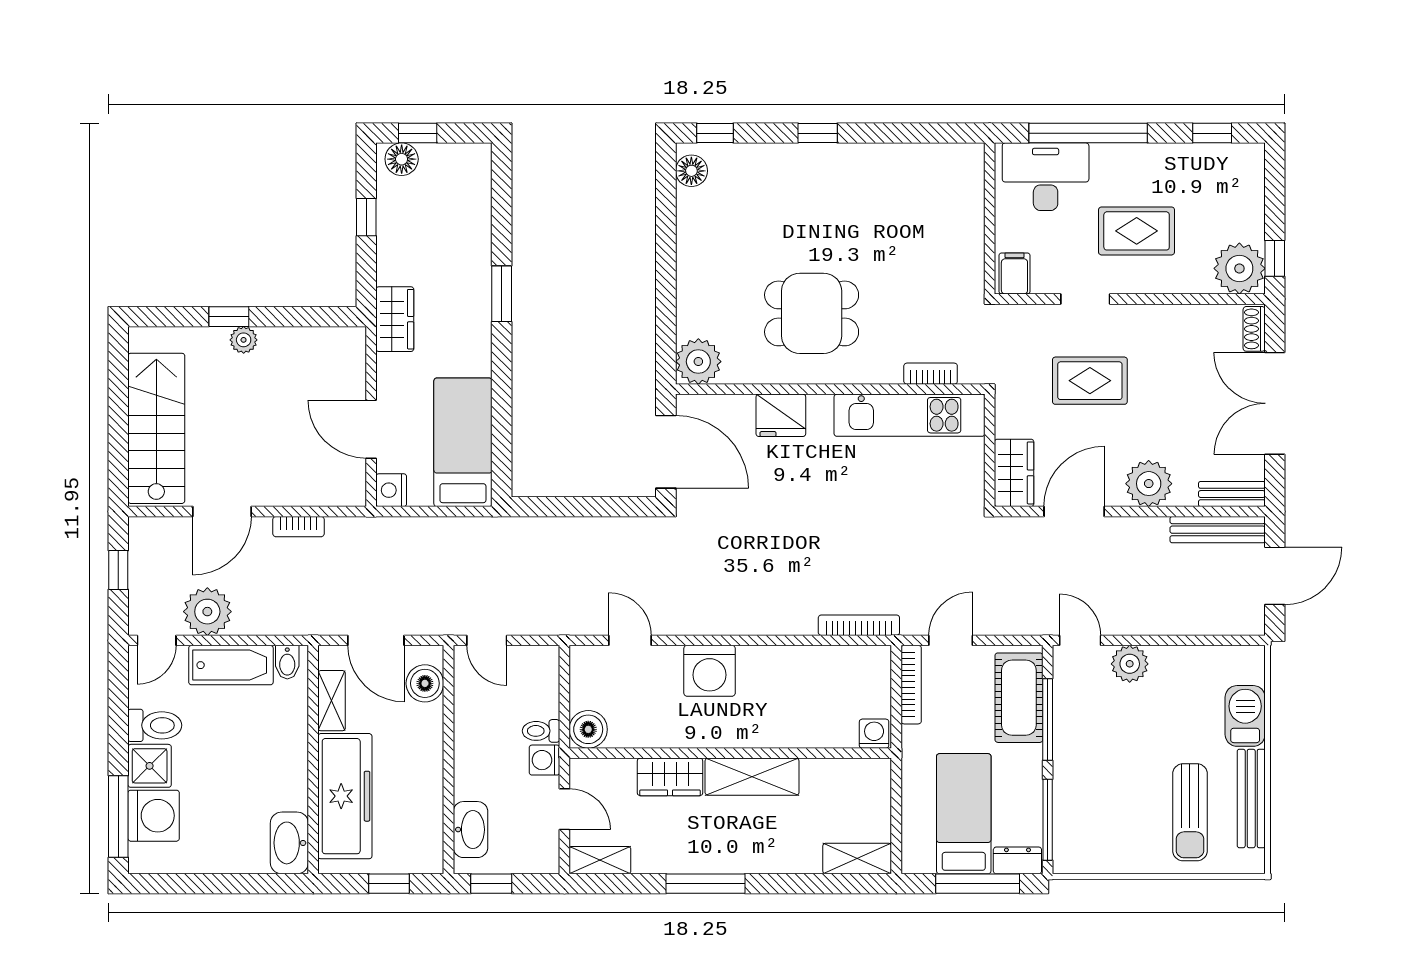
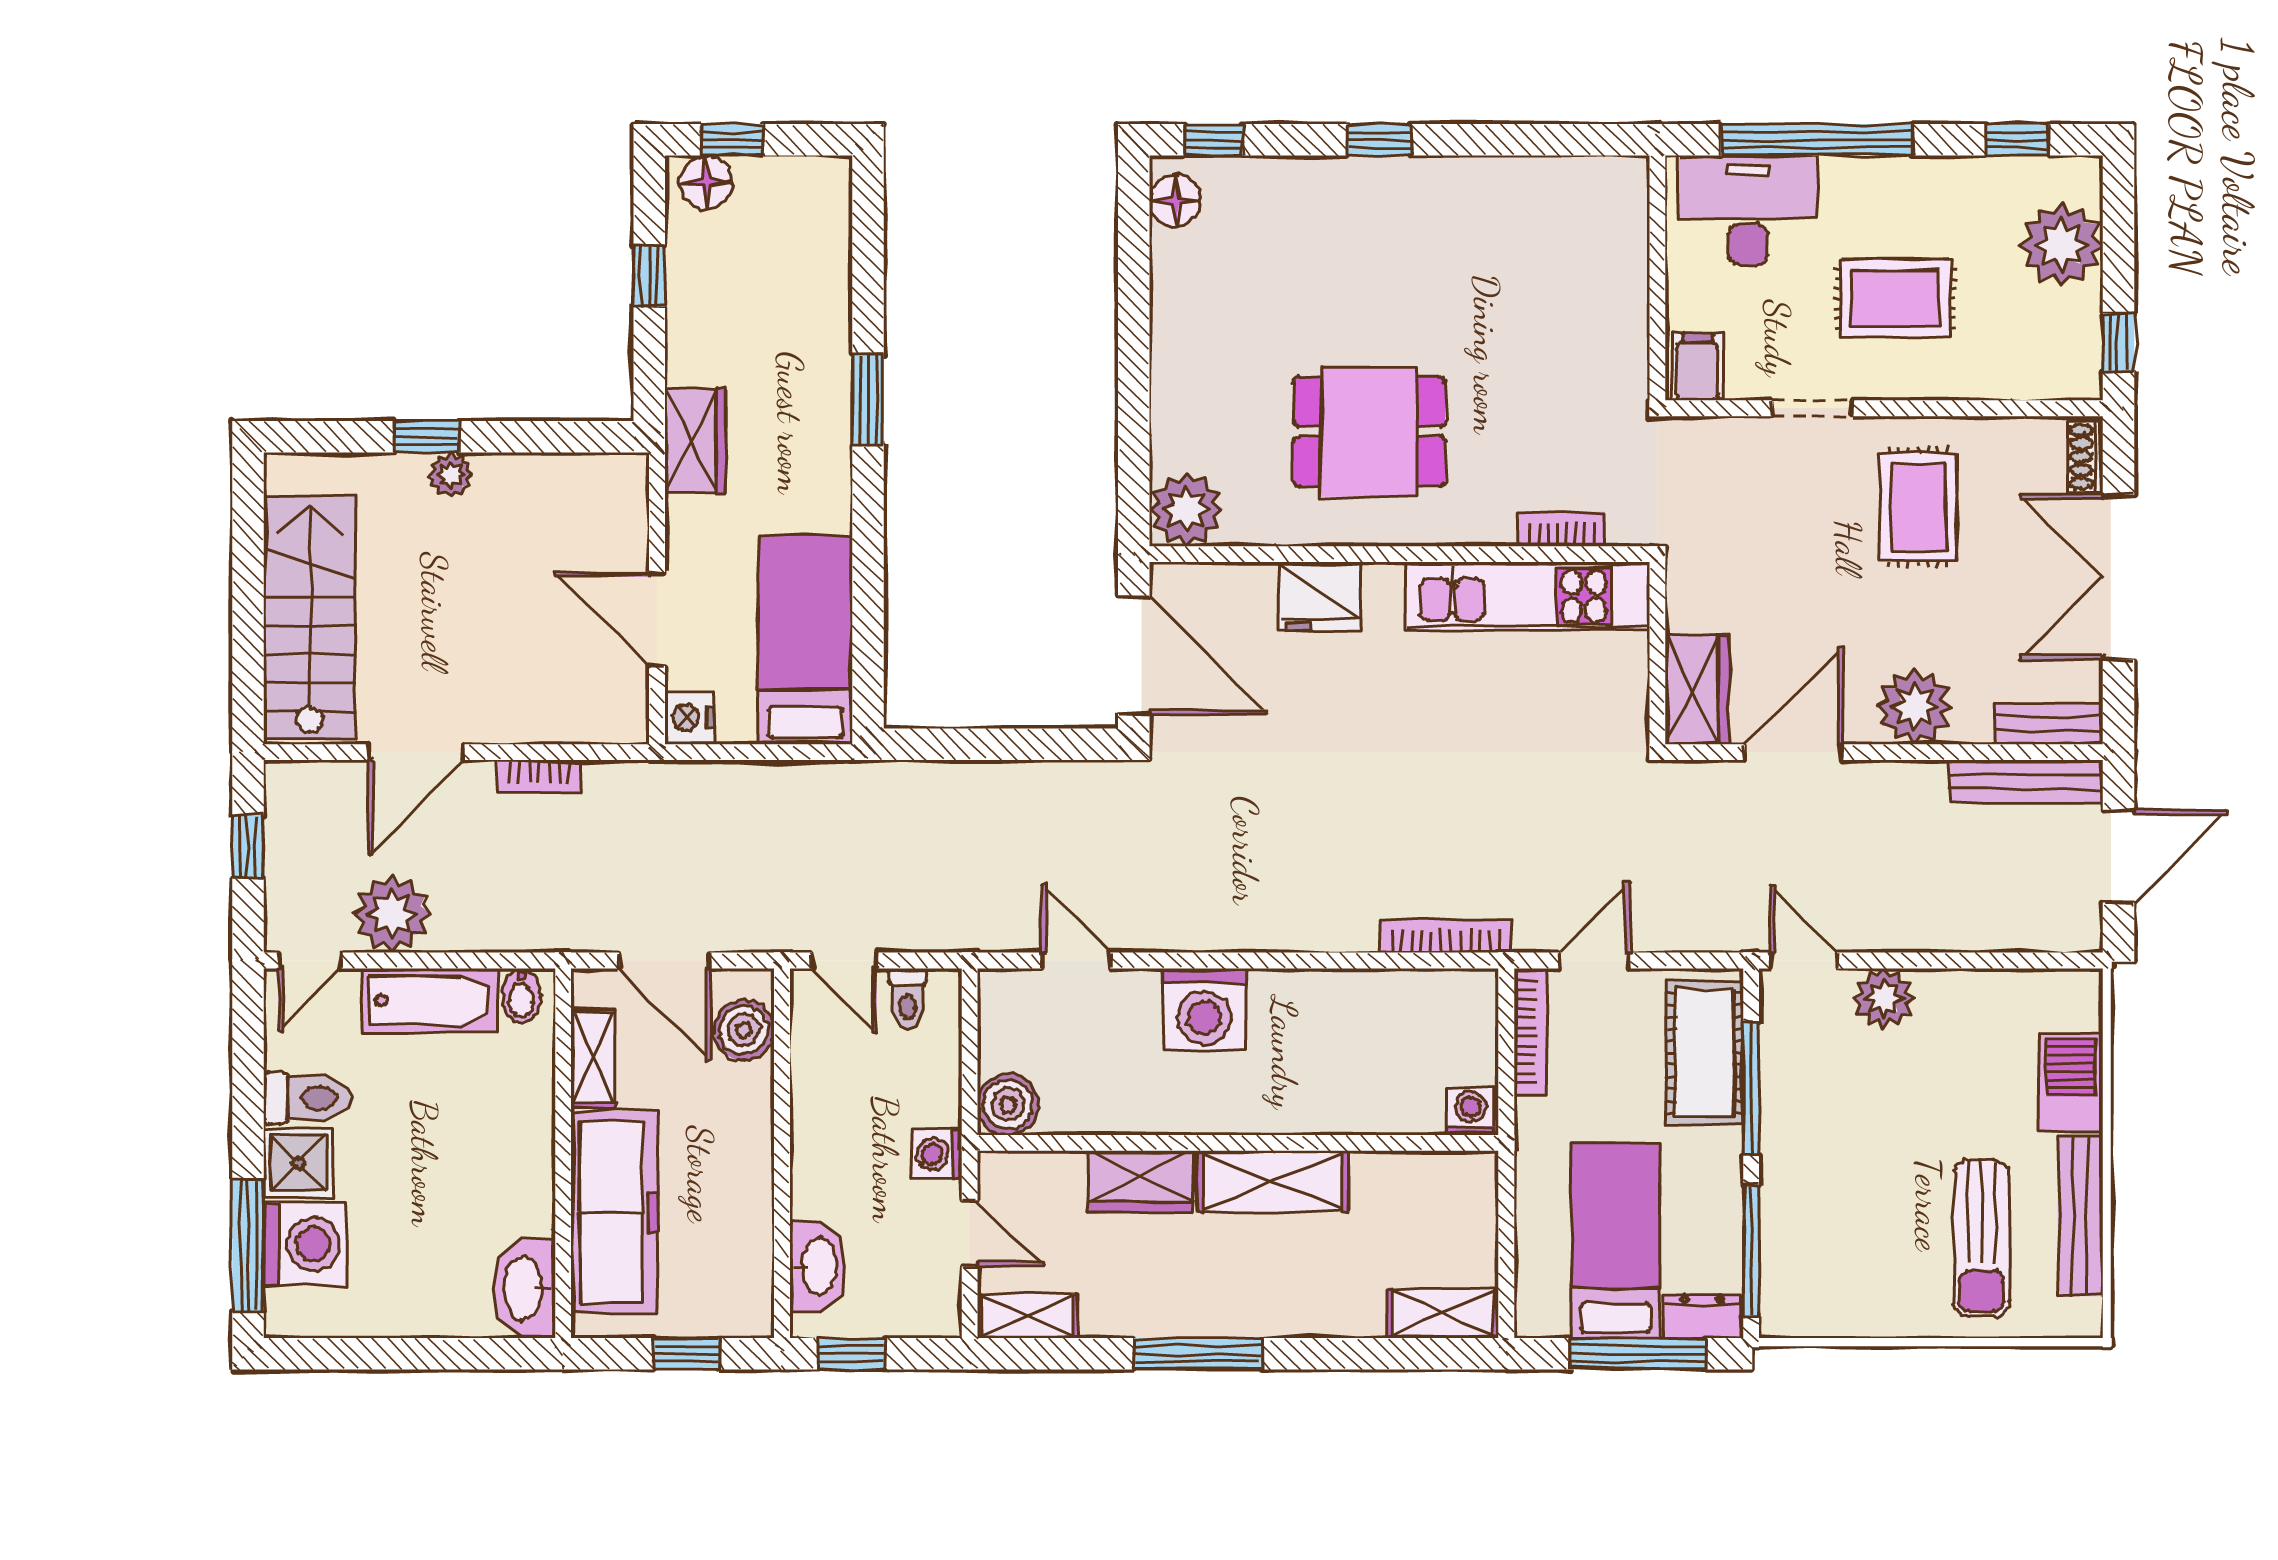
plant: (1239, 268) -> (2061, 245), moved
rug: (1090, 381) -> (1918, 507), moved, turned 90
toilet: (541, 731) -> (908, 998), moved, turned -90

